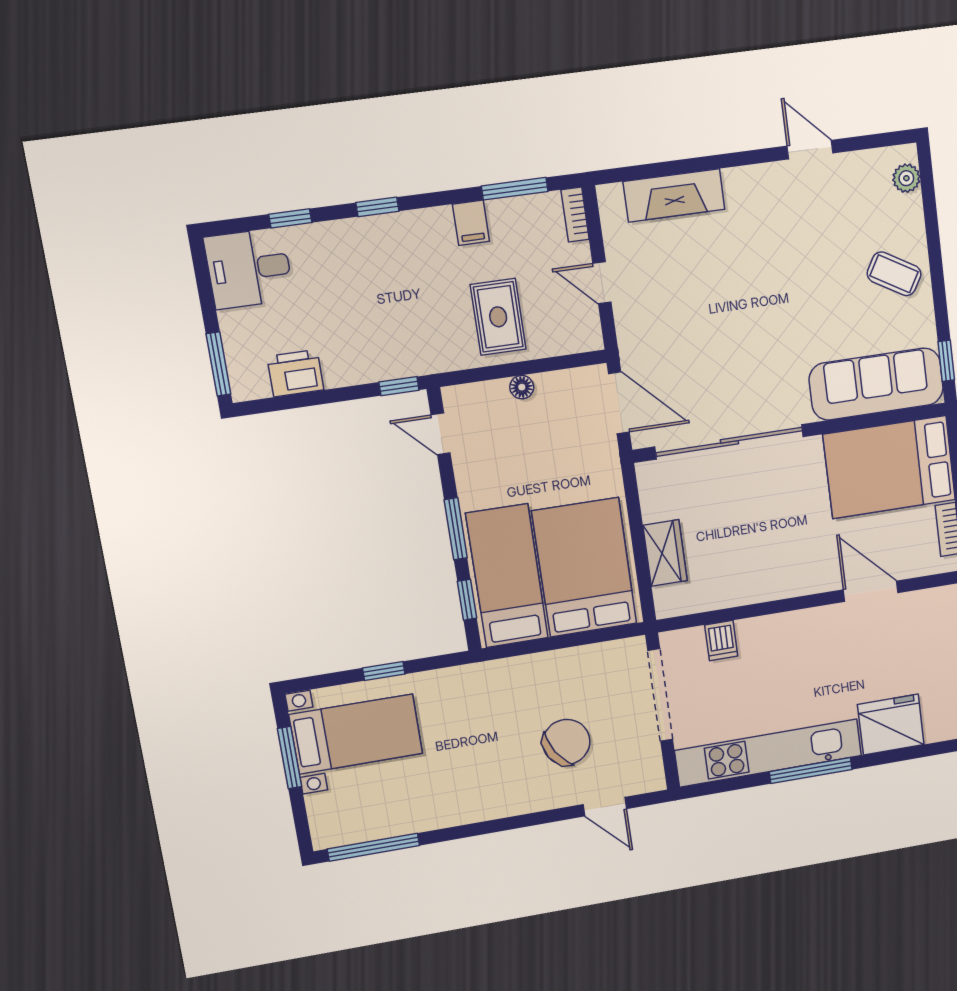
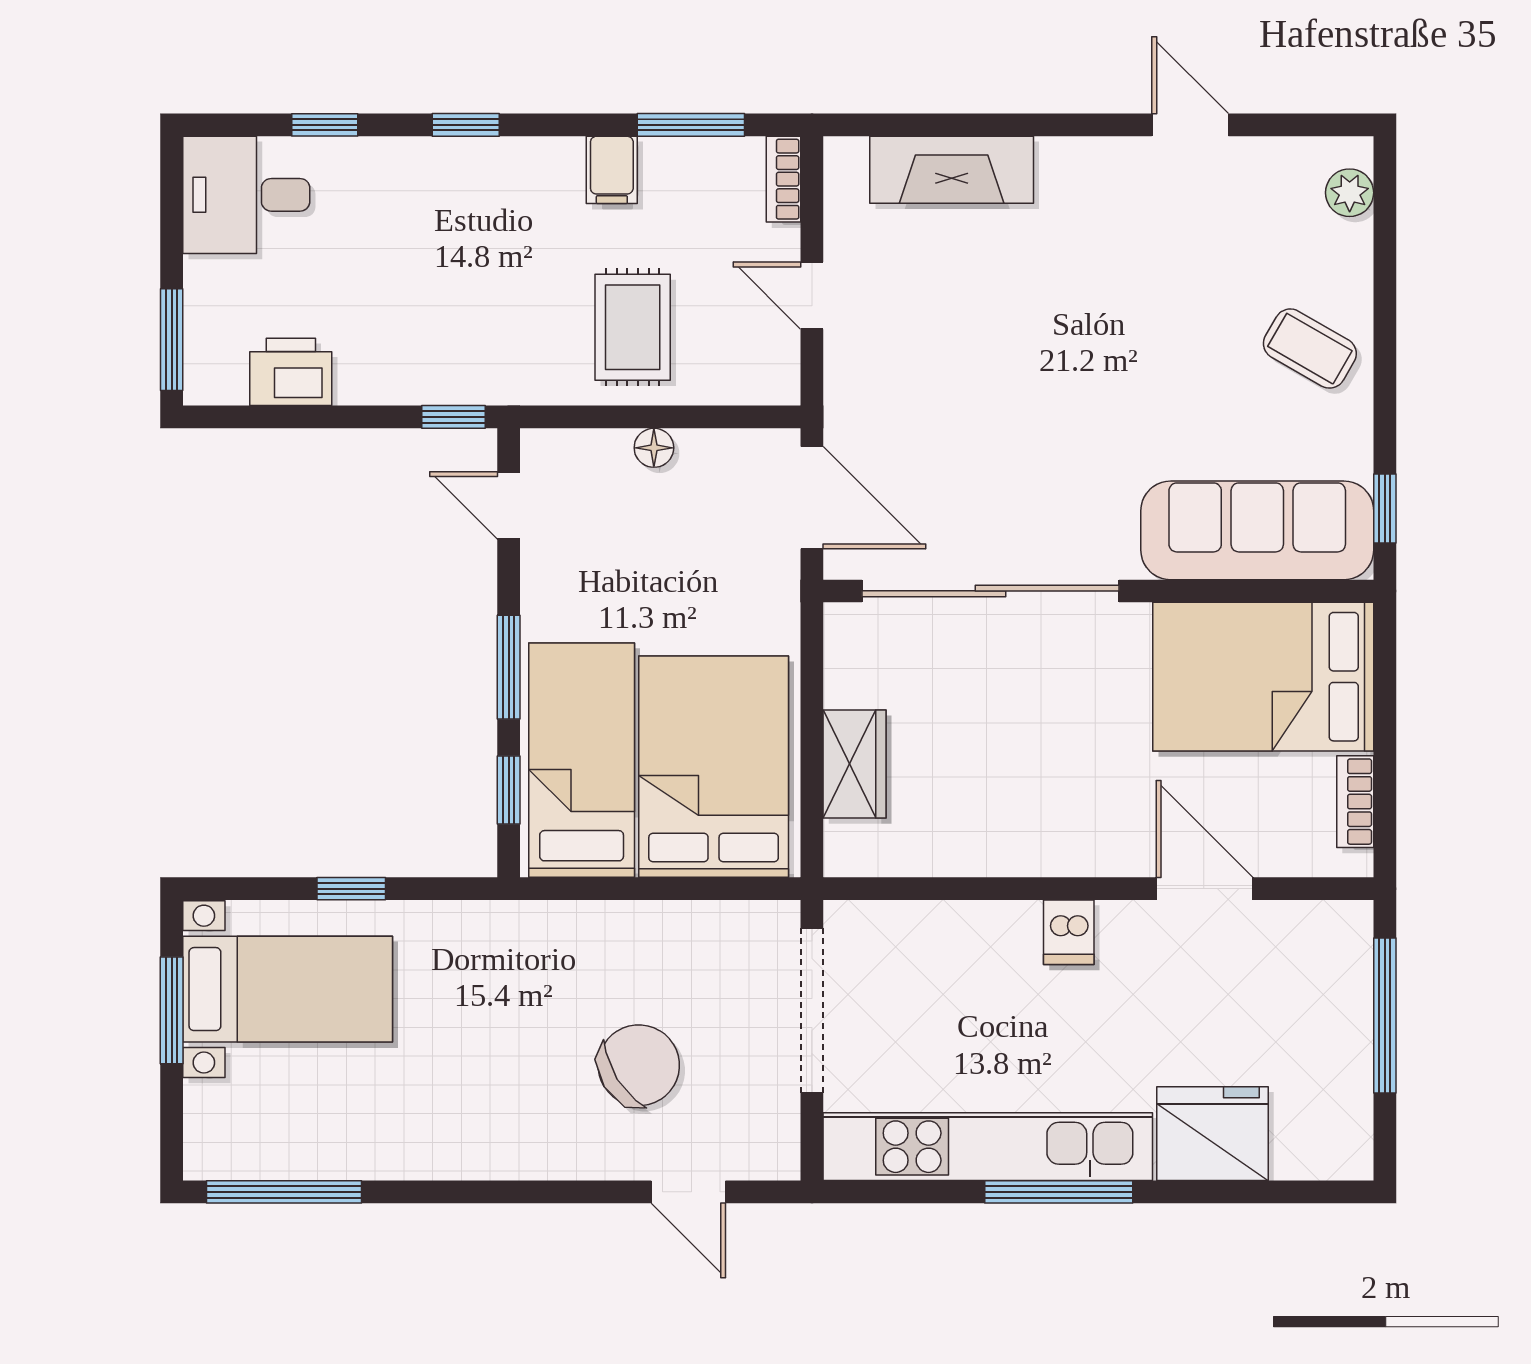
dishwasher: (721, 641) -> (1069, 932), moved

